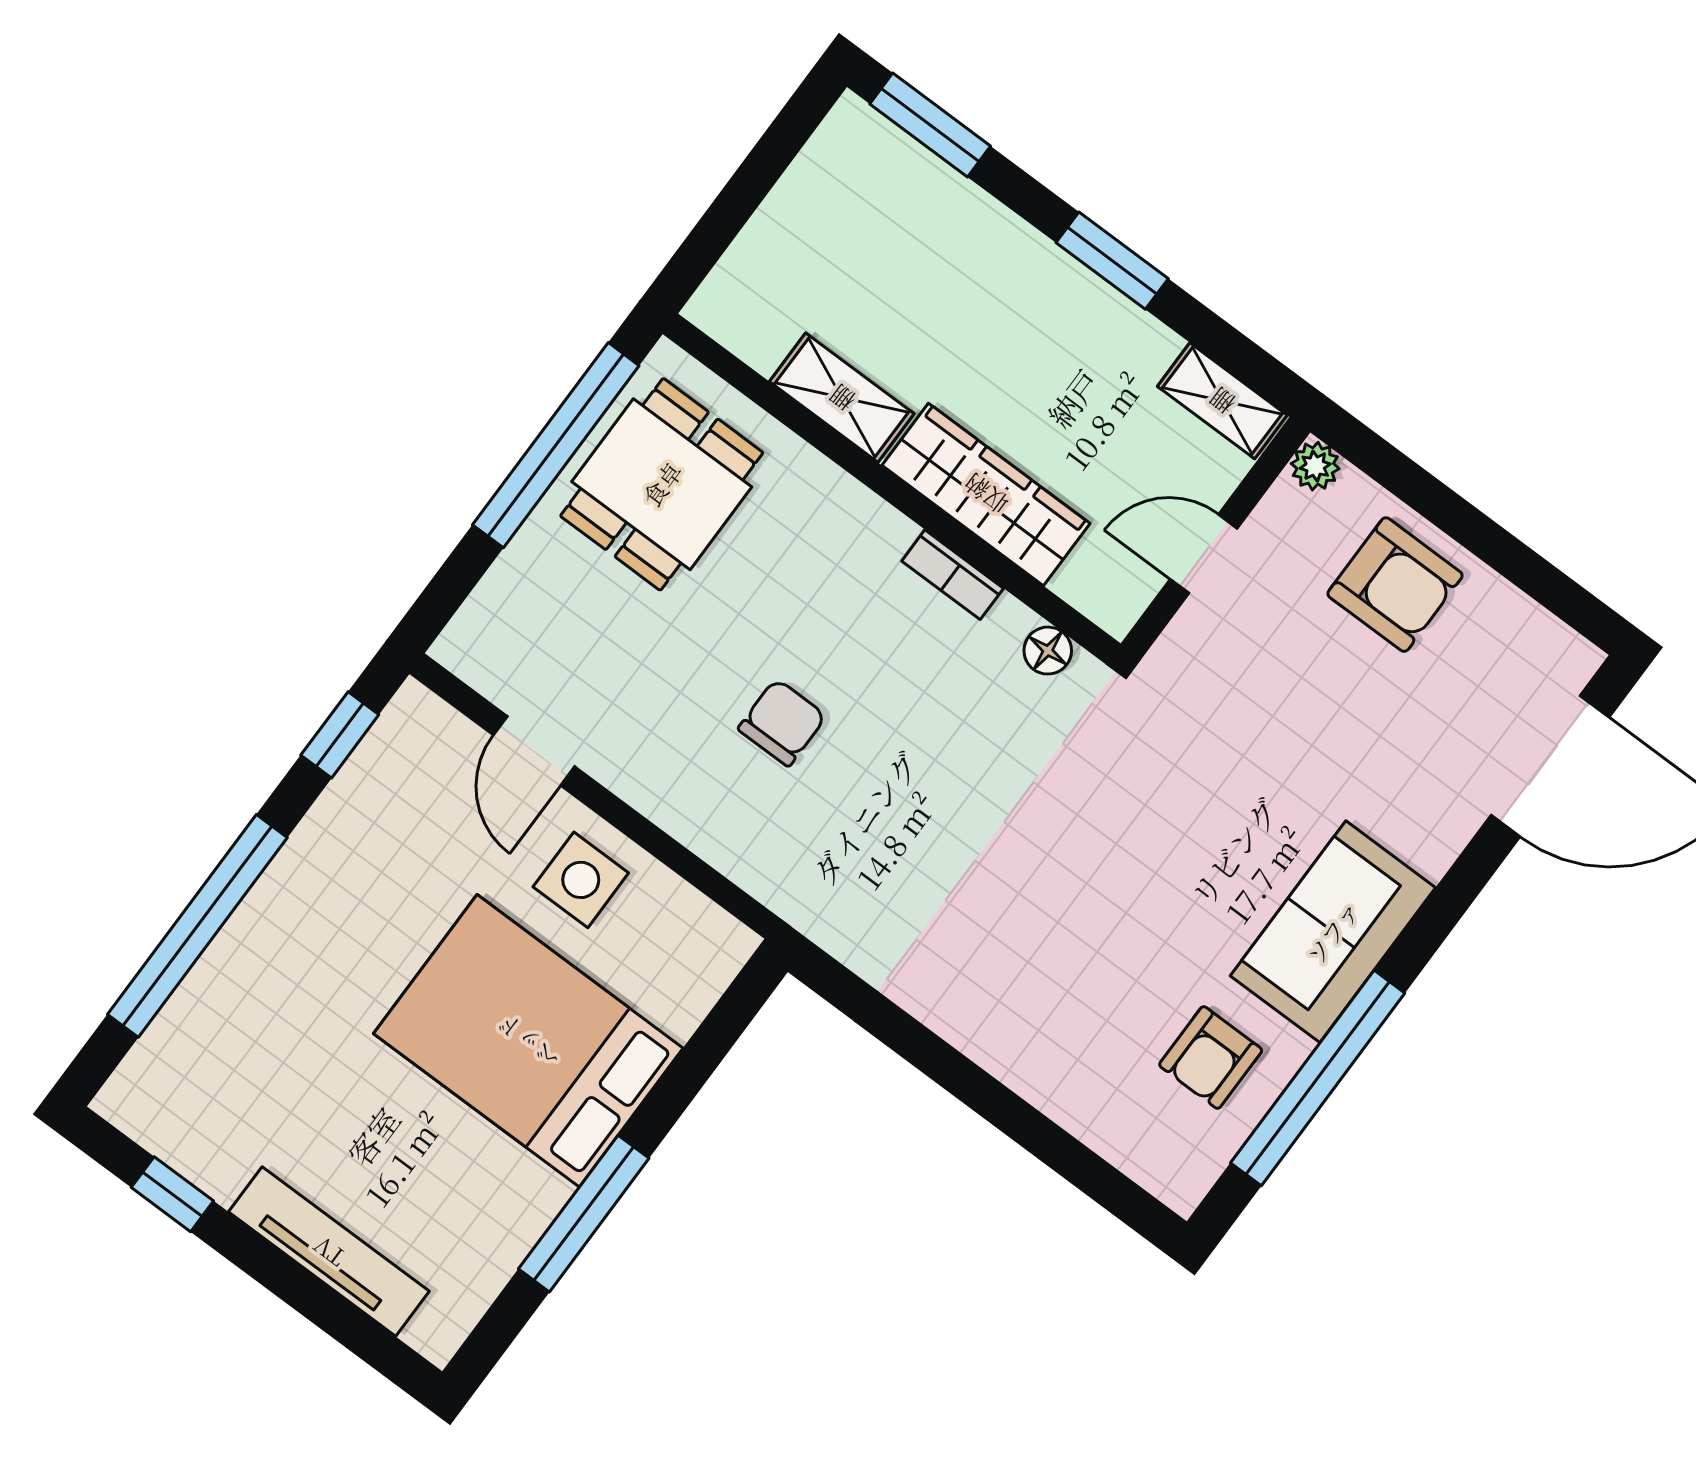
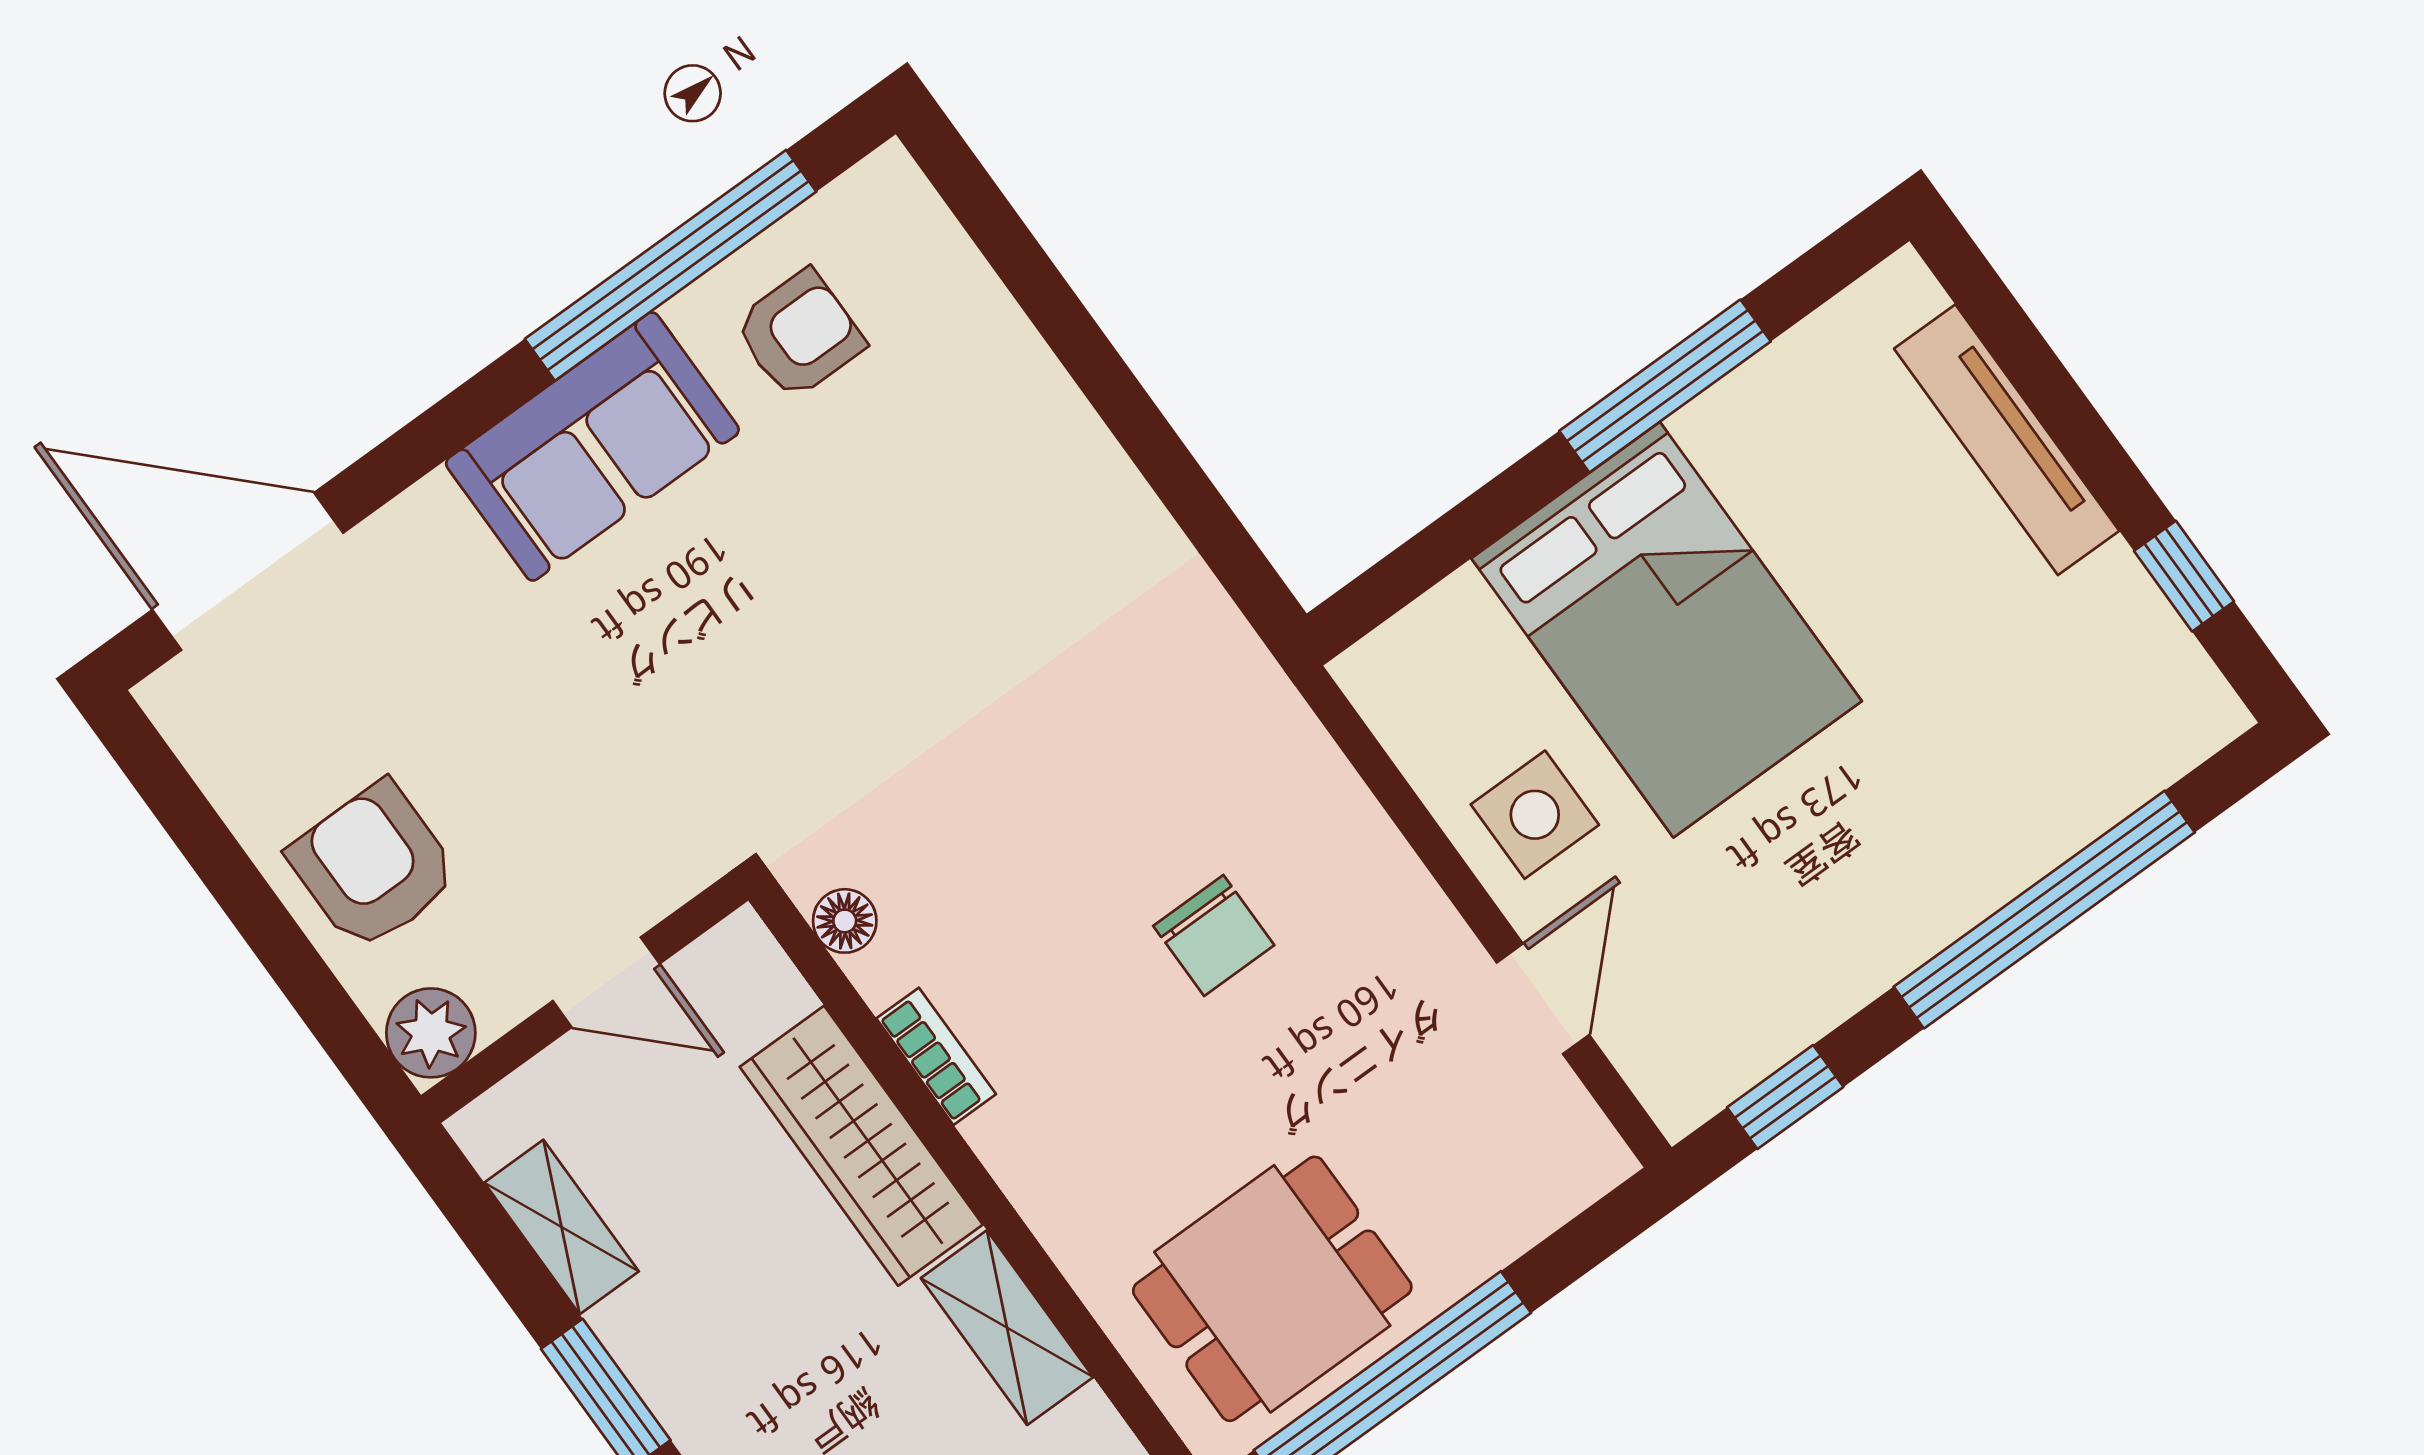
shelving: (1222, 401) -> (562, 1227), moved
plant: (1315, 466) -> (431, 1033), width x1.38, depth x1.38
chair: (782, 722) -> (1214, 935), turned -90

